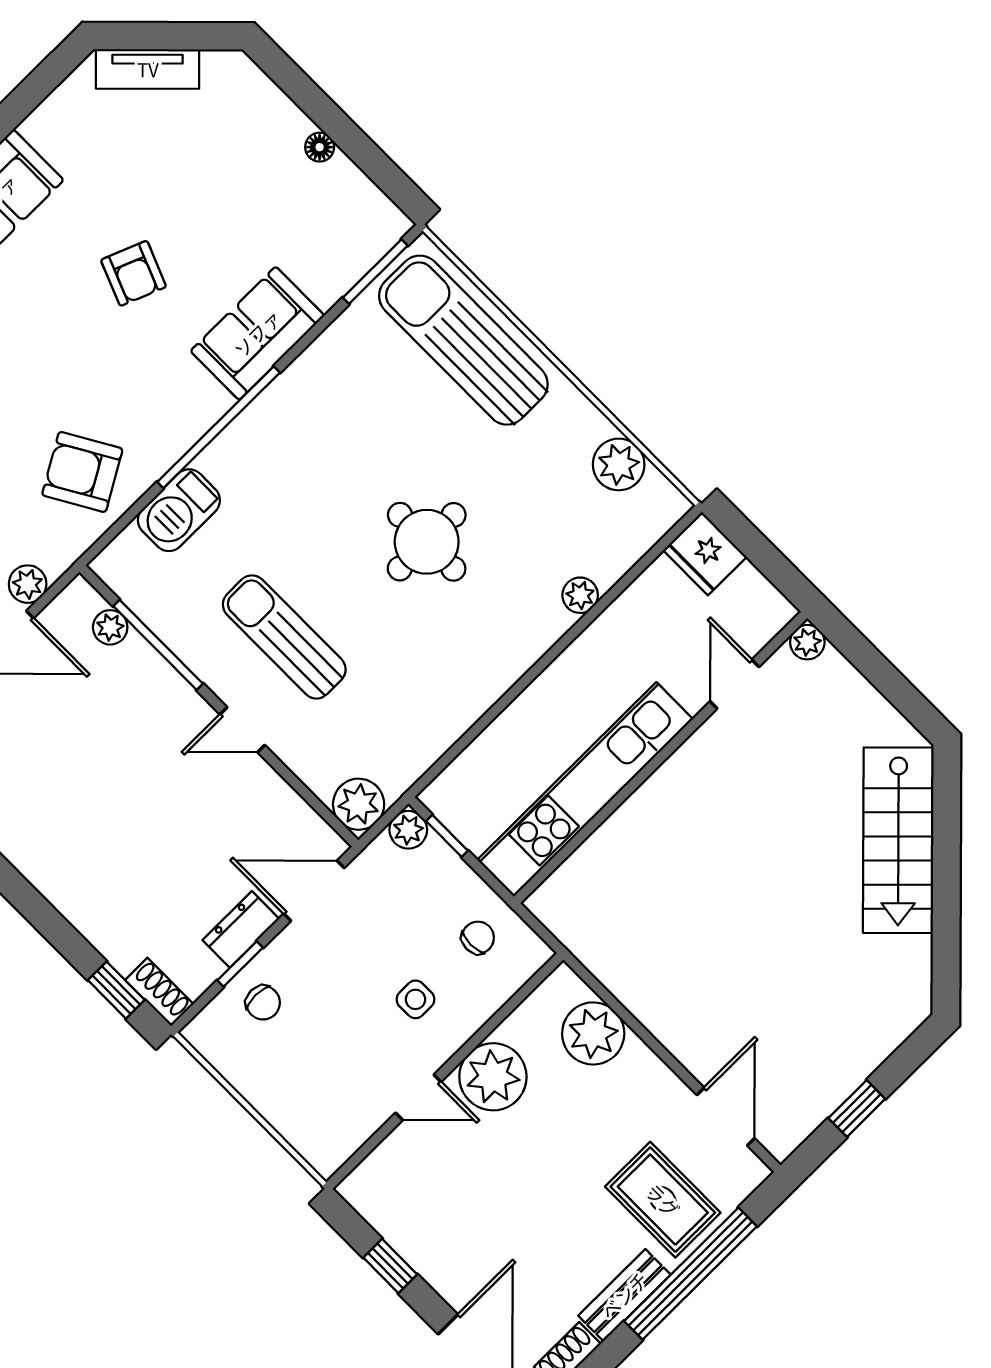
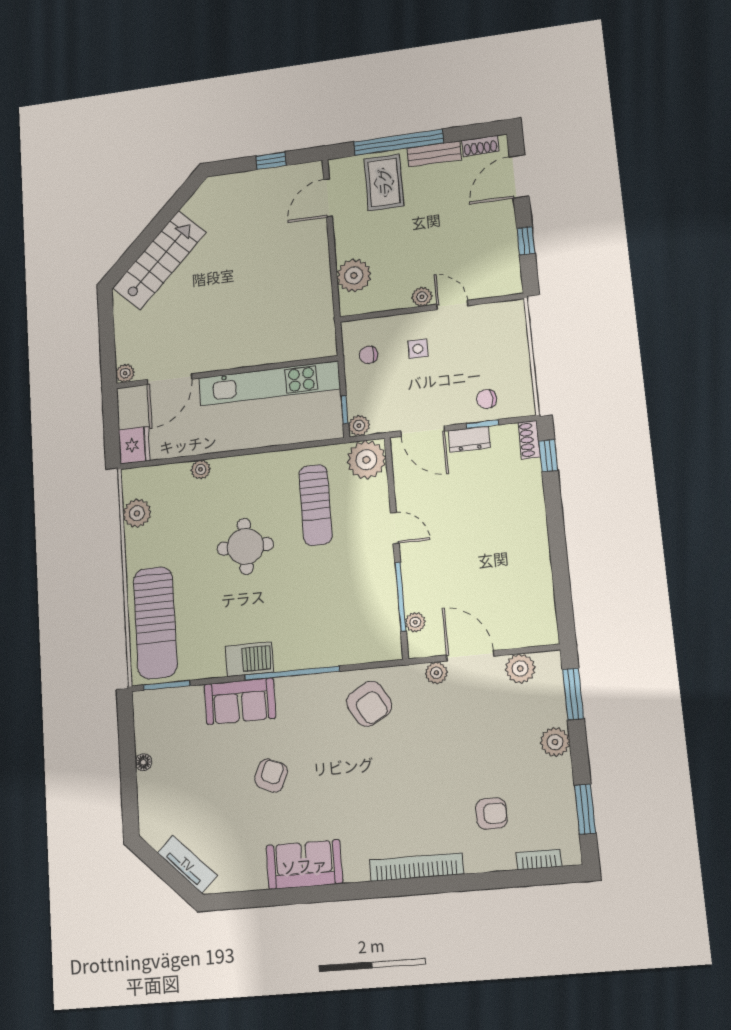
barbecue: (179, 510) -> (249, 659), moved
sun lounger: (284, 637) -> (315, 505), moved
door: (734, 684) -> (169, 379), width x1.38
plant: (359, 804) -> (366, 460), width x1.36, depth x1.36
chair: (263, 1003) -> (486, 399), turned -90
plant: (493, 1077) -> (422, 297), width x0.53, depth x0.53

